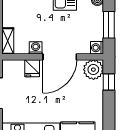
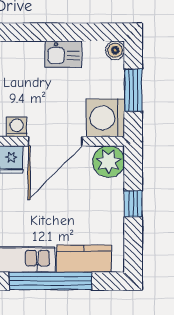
washing machine: (97, 48) -> (105, 118), width x1.89, depth x1.89
window: (109, 82) -> (133, 204), moved

